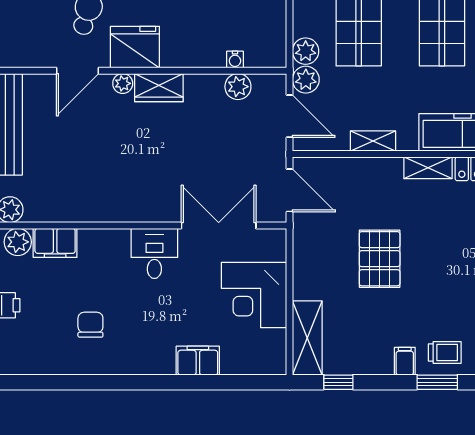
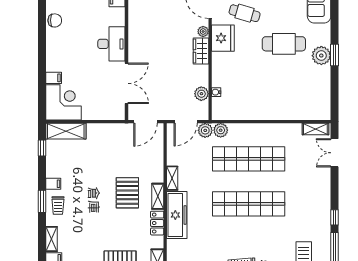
shelving: (373, 141) -> (172, 178), moved
desk: (154, 253) -> (111, 44), width x1.37
pallet: (380, 259) -> (127, 193), moved, turned 90
corner desk: (254, 295) -> (63, 102), moved, turned 90
chair: (90, 325) -> (55, 20), moved
filing cabinet: (198, 361) -> (54, 78), width x0.50

